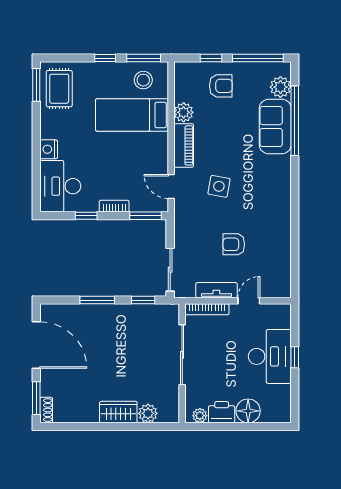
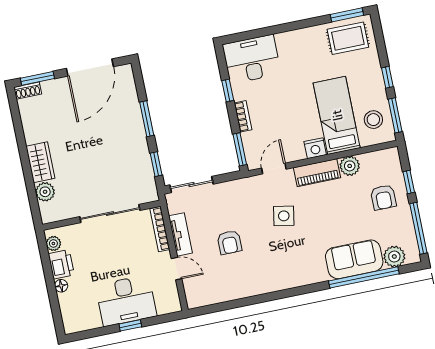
nightstand: (49, 149) -> (315, 148), moved, turned 180
armchair: (234, 244) -> (229, 242), turned 180
floor lamp: (248, 411) -> (61, 286), width x0.53, depth x0.53

